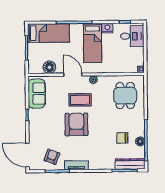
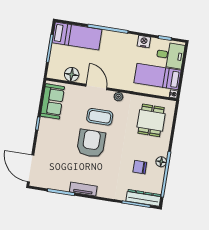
bed: (93, 43) -> (157, 77), moved, turned 90
floor lamp: (140, 141) -> (161, 162), moved
armchair: (52, 157) -> (57, 175), removed

